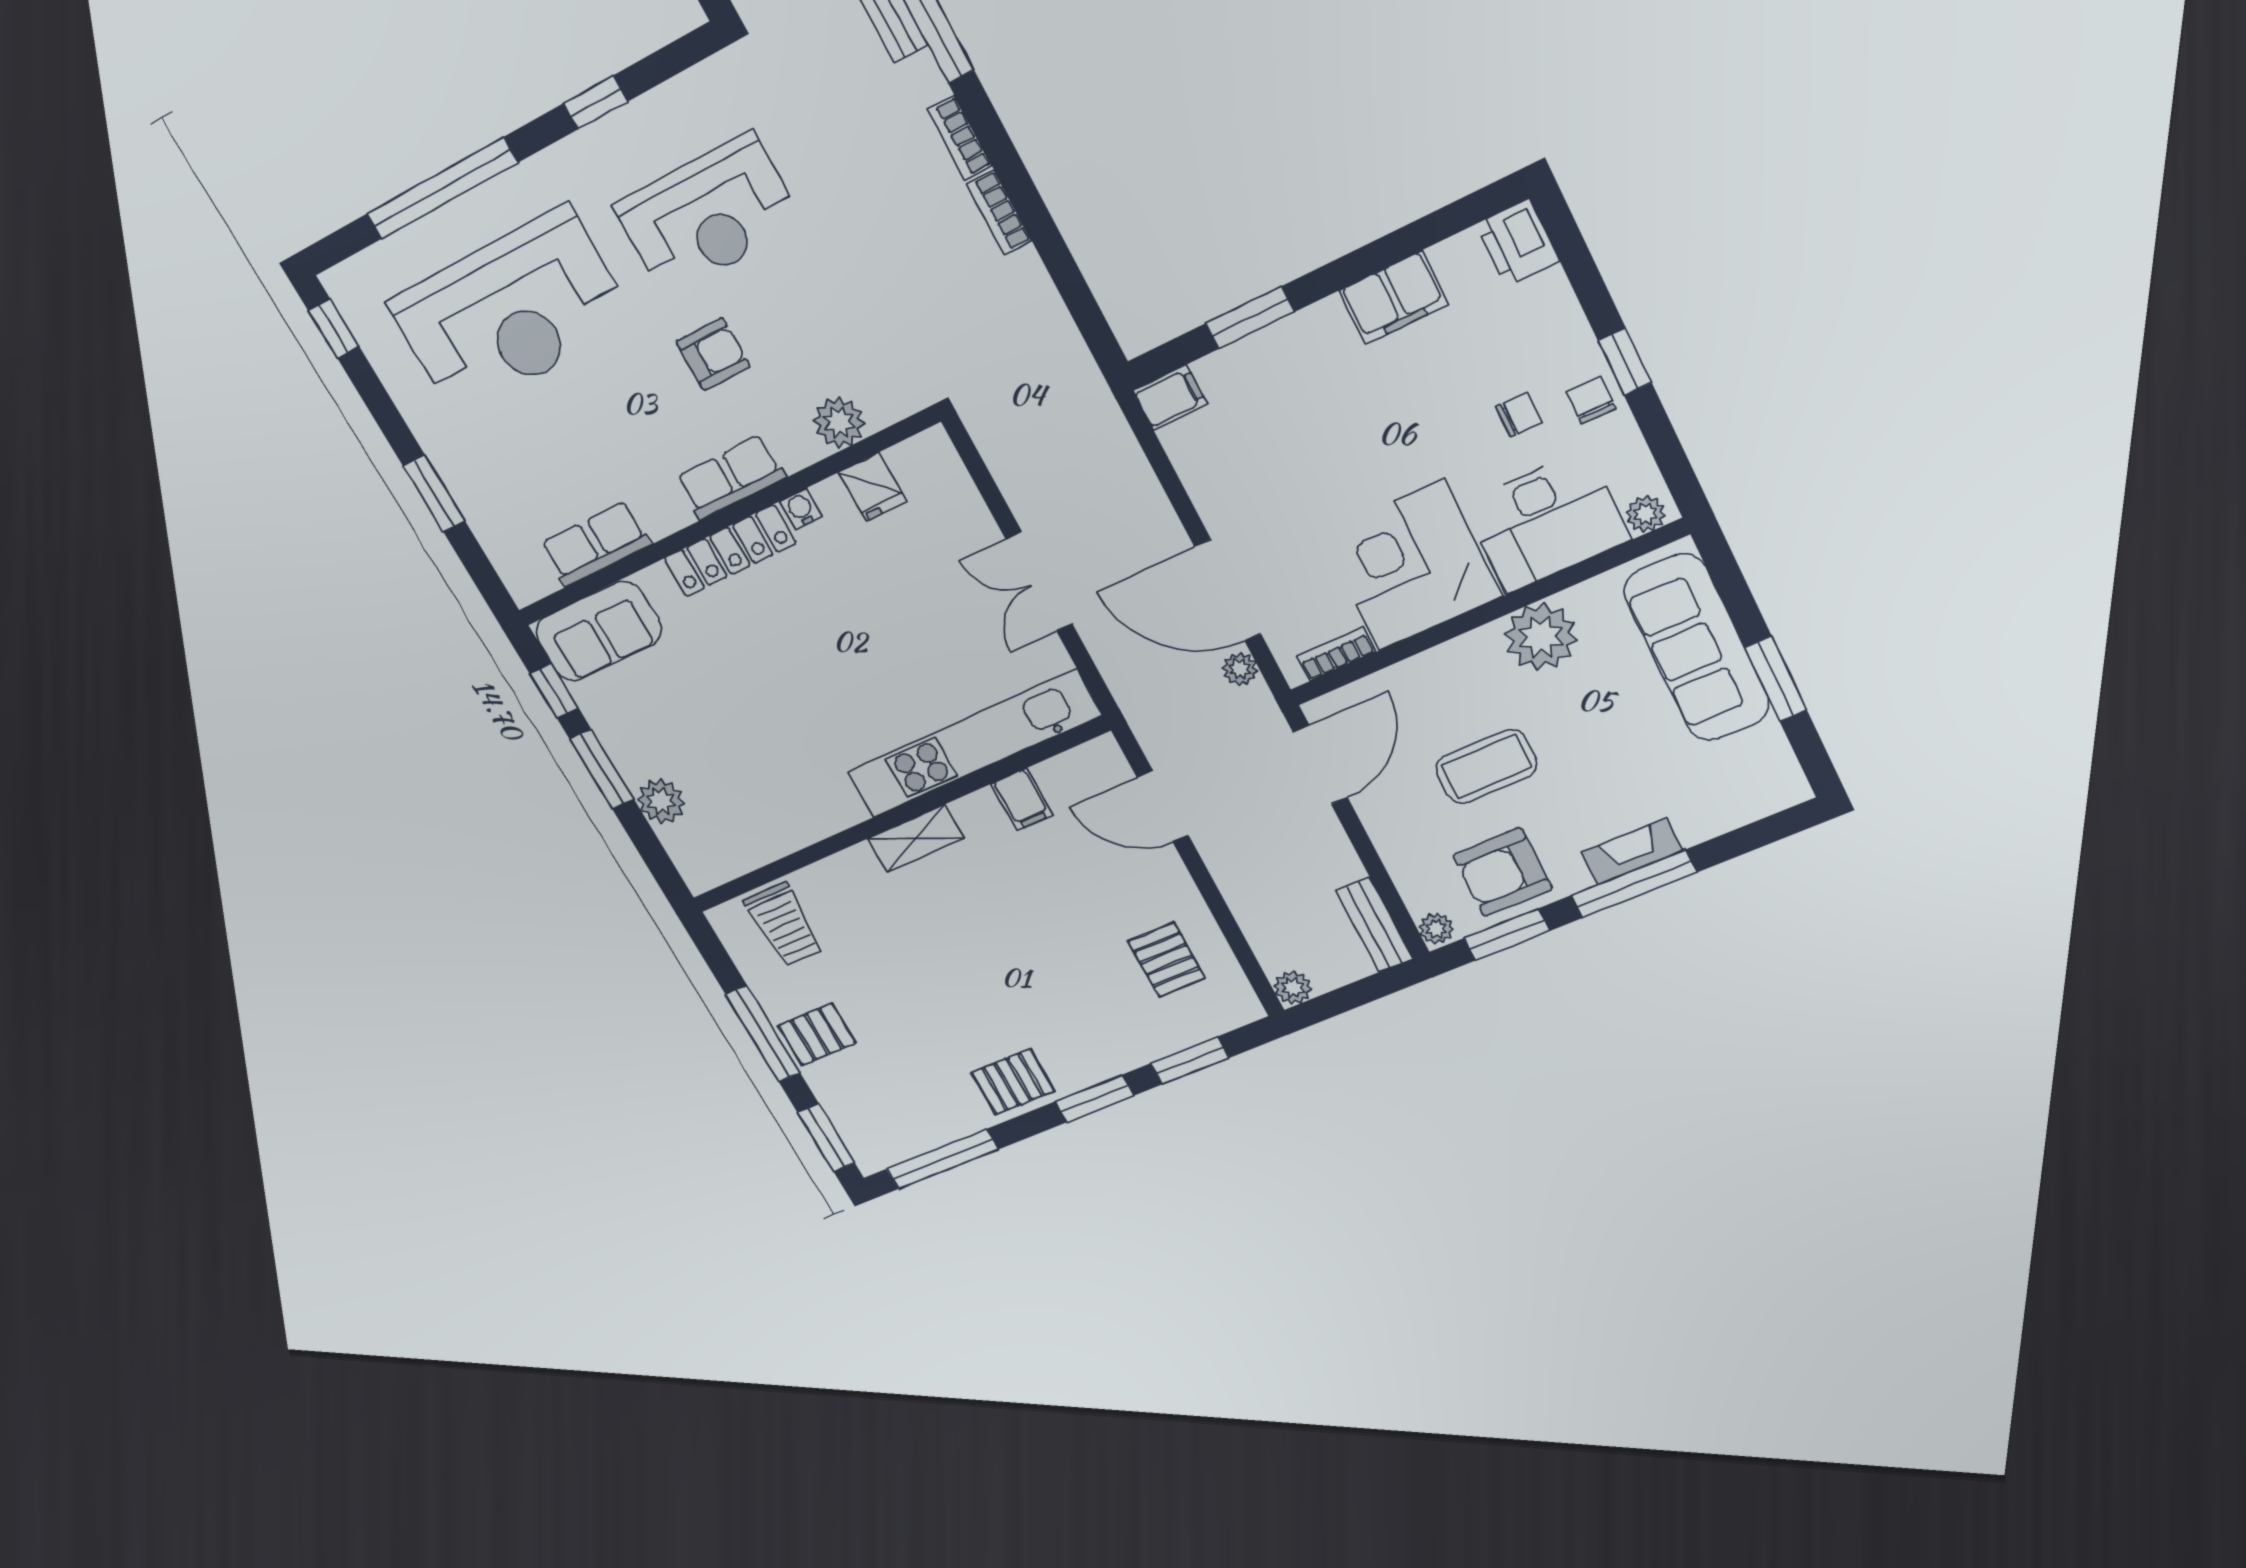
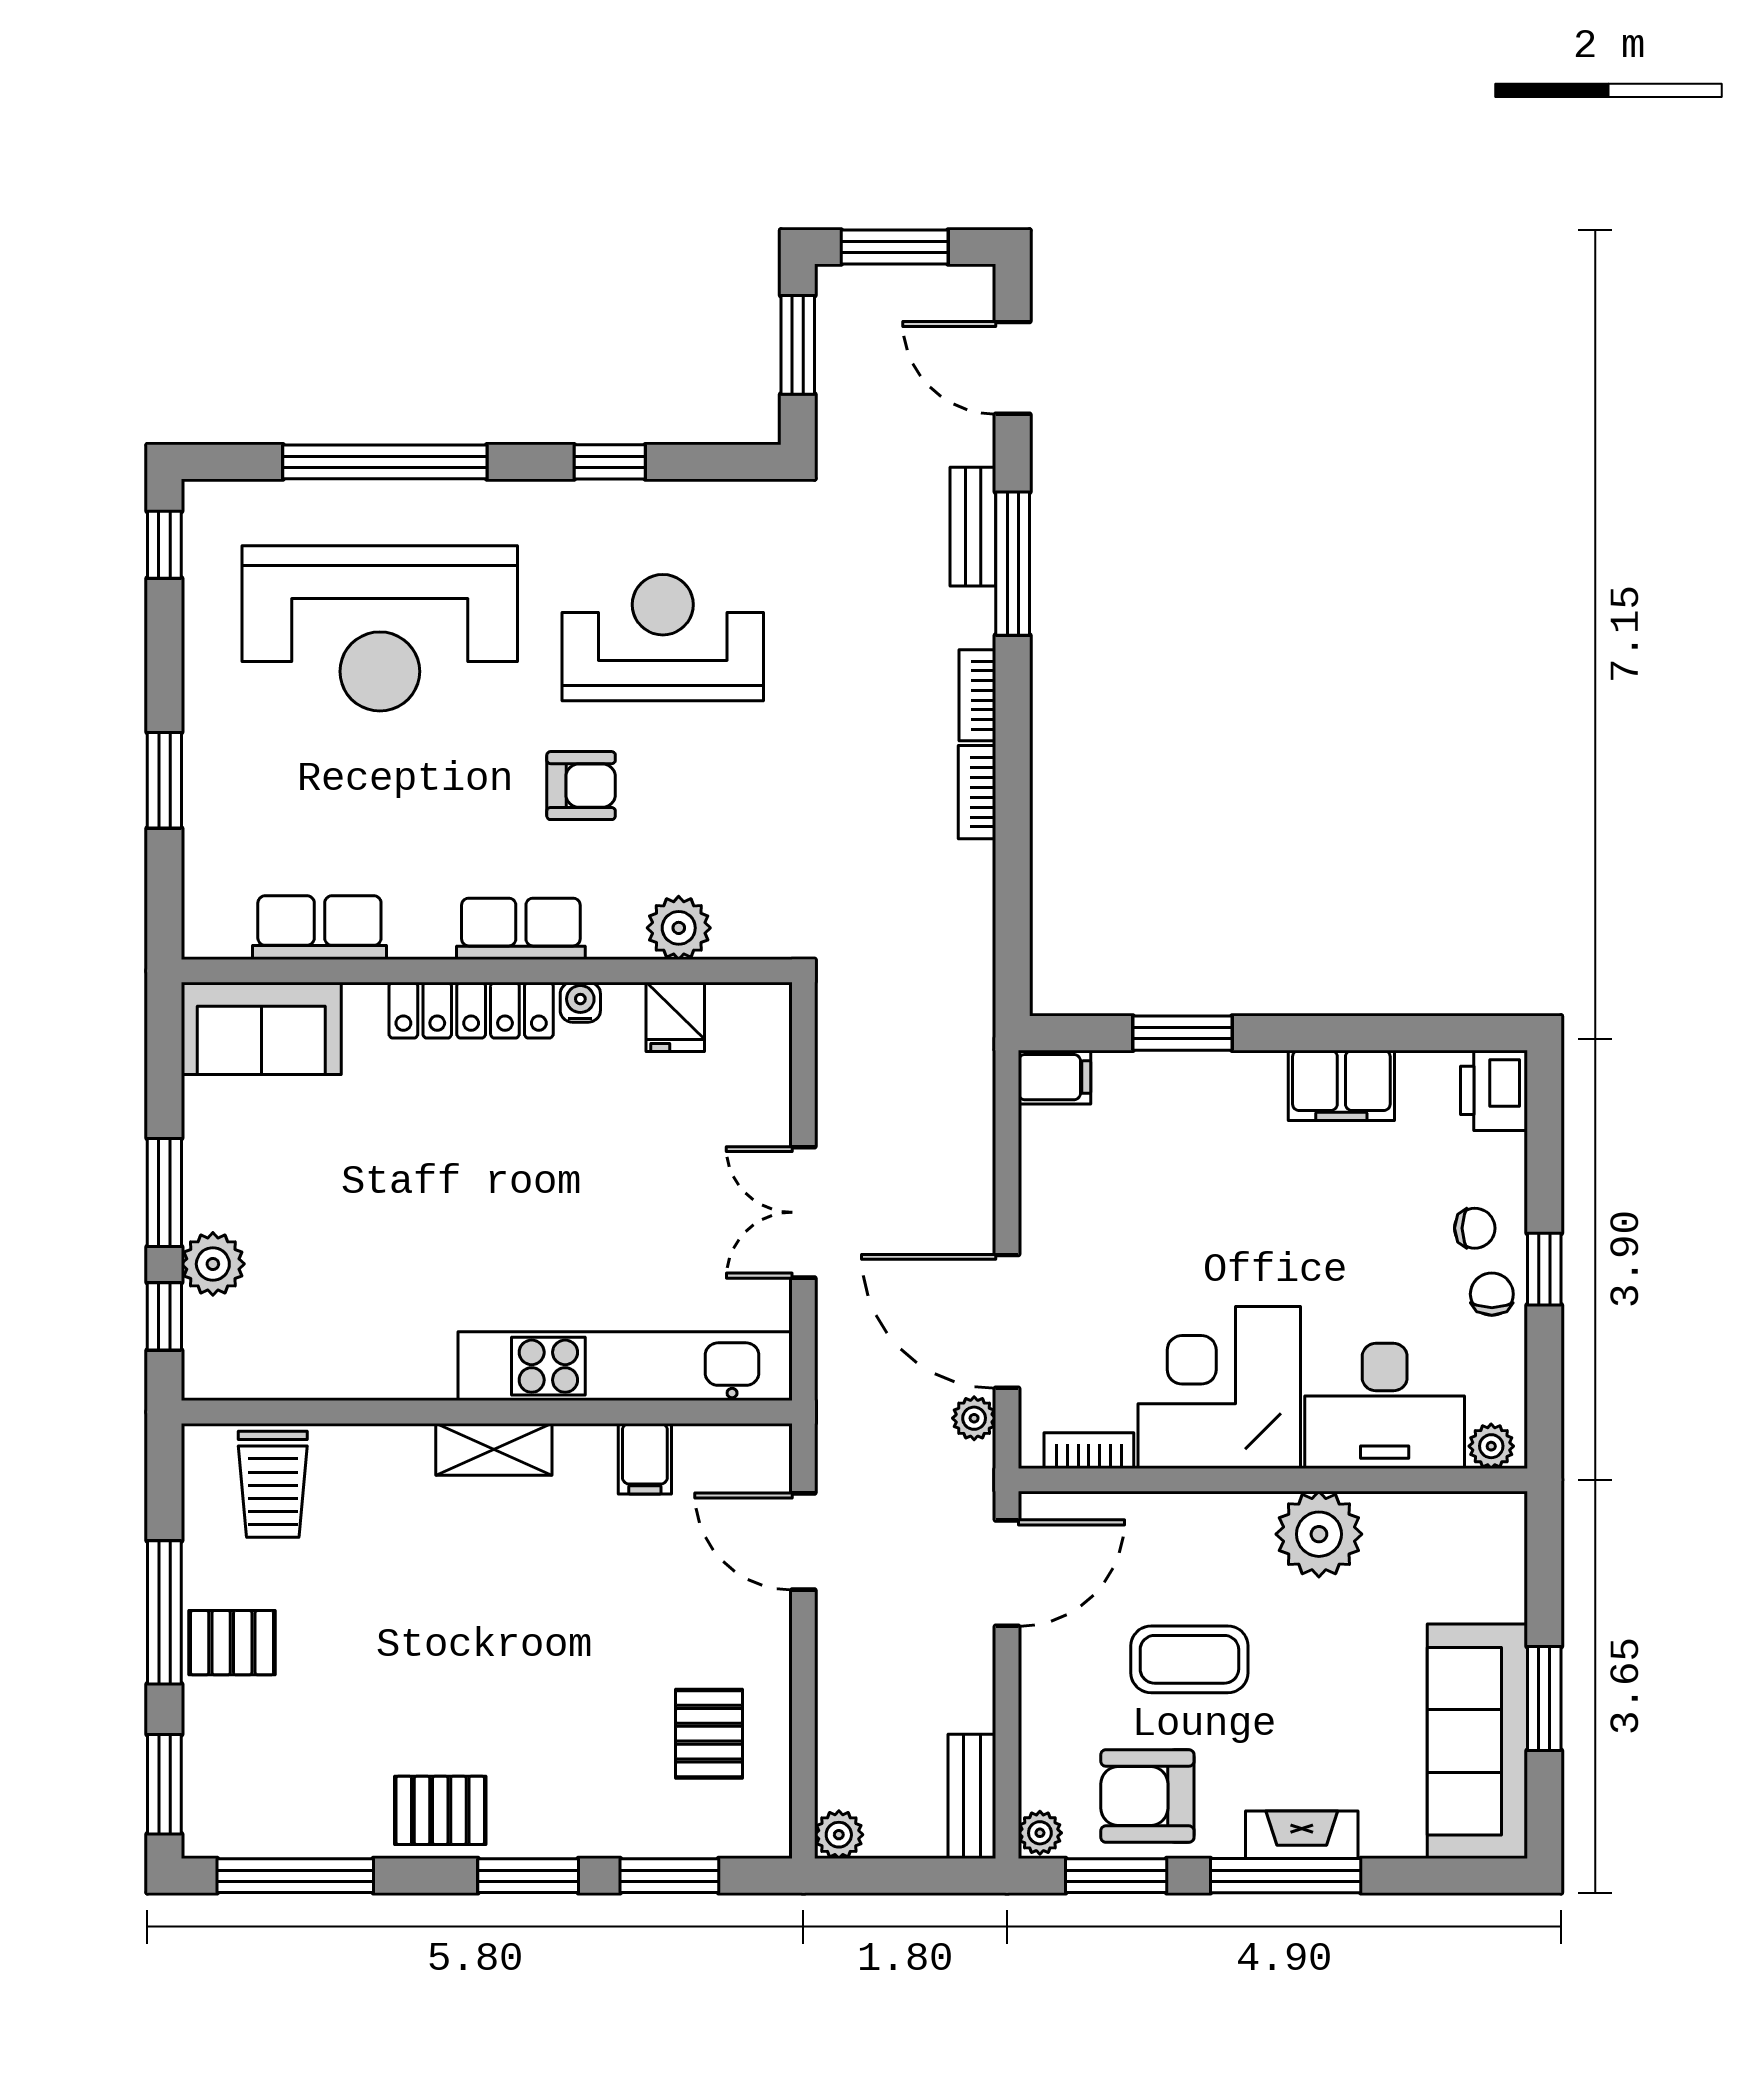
reception desk: (708, 215) -> (663, 638), turned 180
chair: (1519, 415) -> (1475, 1228), moved
sofa: (1697, 648) -> (1477, 1741), moved
window: (554, 691) -> (164, 1316), moved

